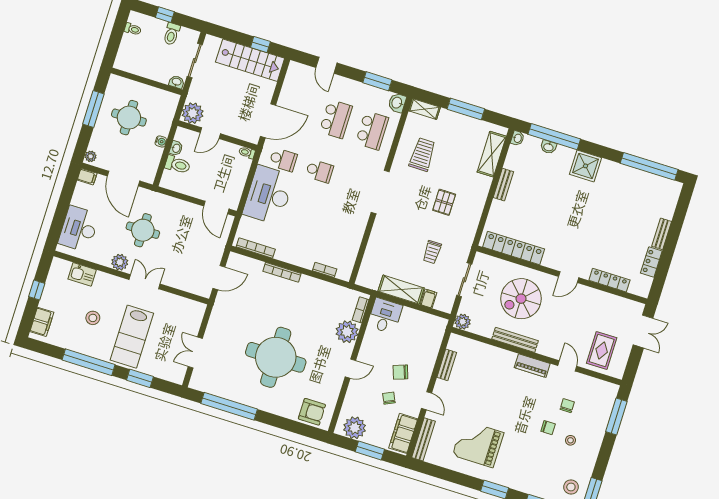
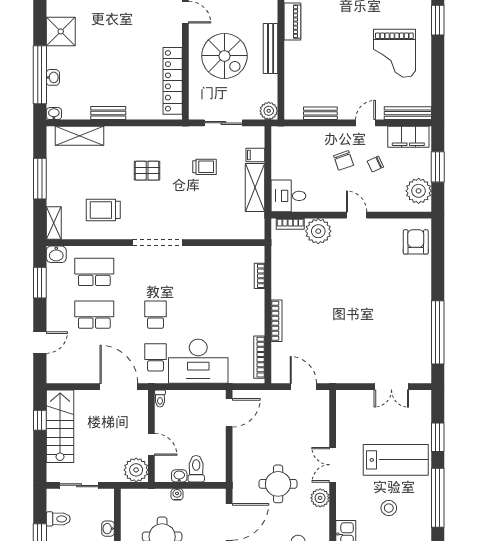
washbasin: (177, 82) -> (108, 529), moved
round table: (276, 357) -> (370, 299), removed

